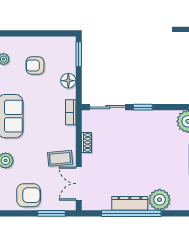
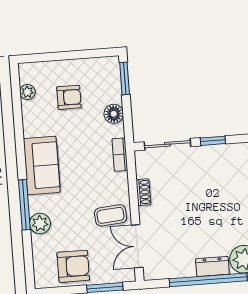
armchair: (35, 66) -> (69, 97), turned 180
dresser: (130, 203) -> (212, 266), width x0.70

